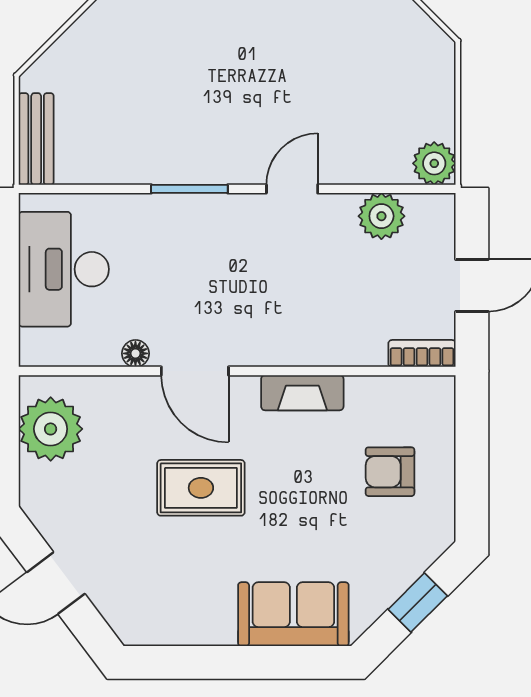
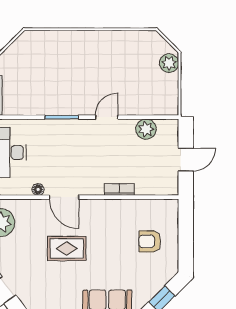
plant: (434, 163) -> (169, 63), moved
bookcase: (422, 353) -> (119, 189), moved
fireplace: (302, 393) -> (111, 207), removed

